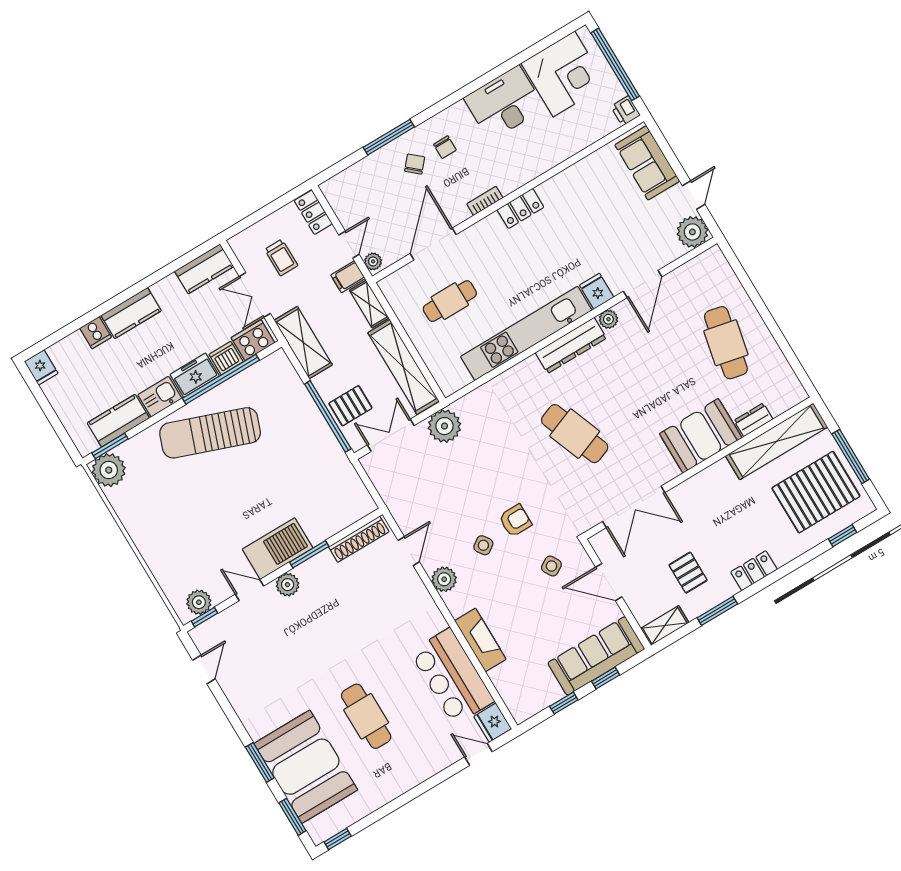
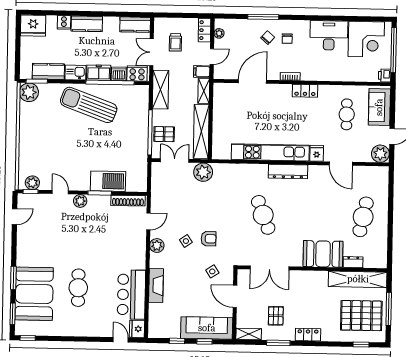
plant: (373, 261) -> (219, 33), moved
door: (643, 284) -> (341, 164), hinge flipped
cafe table: (450, 301) -> (347, 114), moved, turned 90
plant: (608, 319) -> (314, 170), removed
fridge: (41, 367) -> (33, 26), width x1.88, depth x1.34
barbecue: (278, 549) -> (108, 181), moved

